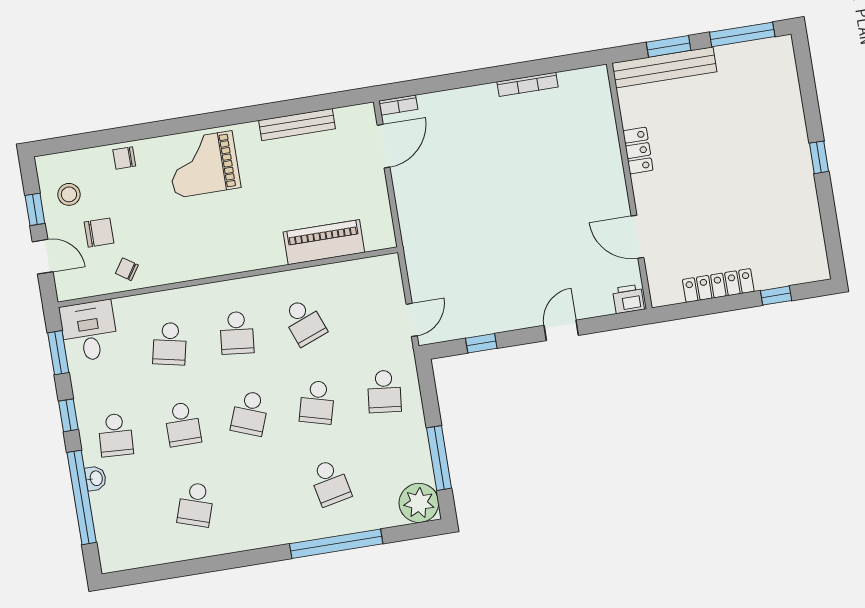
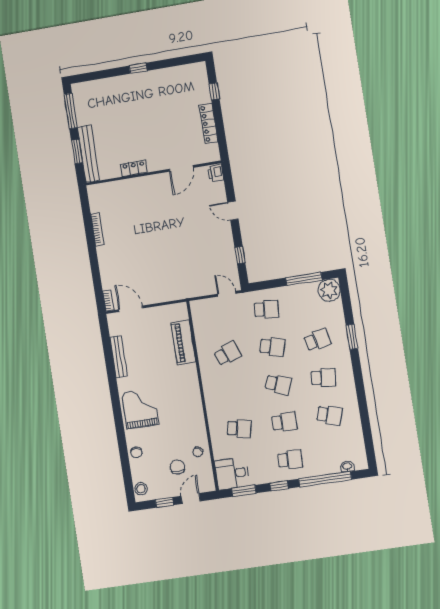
grand piano: (203, 164) -> (140, 409), turned 180
stool: (69, 194) -> (141, 489), moved
school desk: (237, 333) -> (323, 378), moved
washbasin: (96, 478) -> (347, 466), moved
window: (336, 544) -> (352, 337), width x0.47

